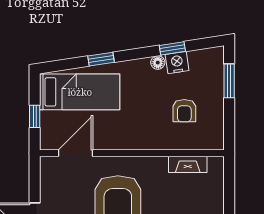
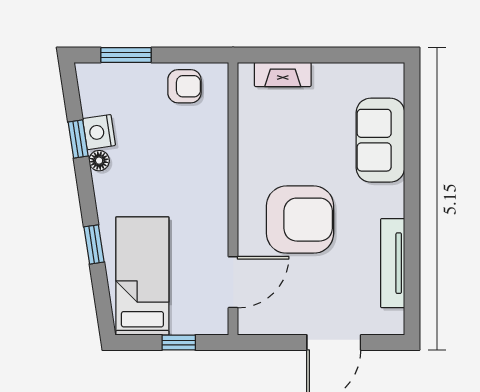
armchair: (184, 111) -> (184, 86), moved
door: (75, 153) -> (233, 282), swing flipped
fireplace: (188, 164) -> (283, 74), moved, turned 90

